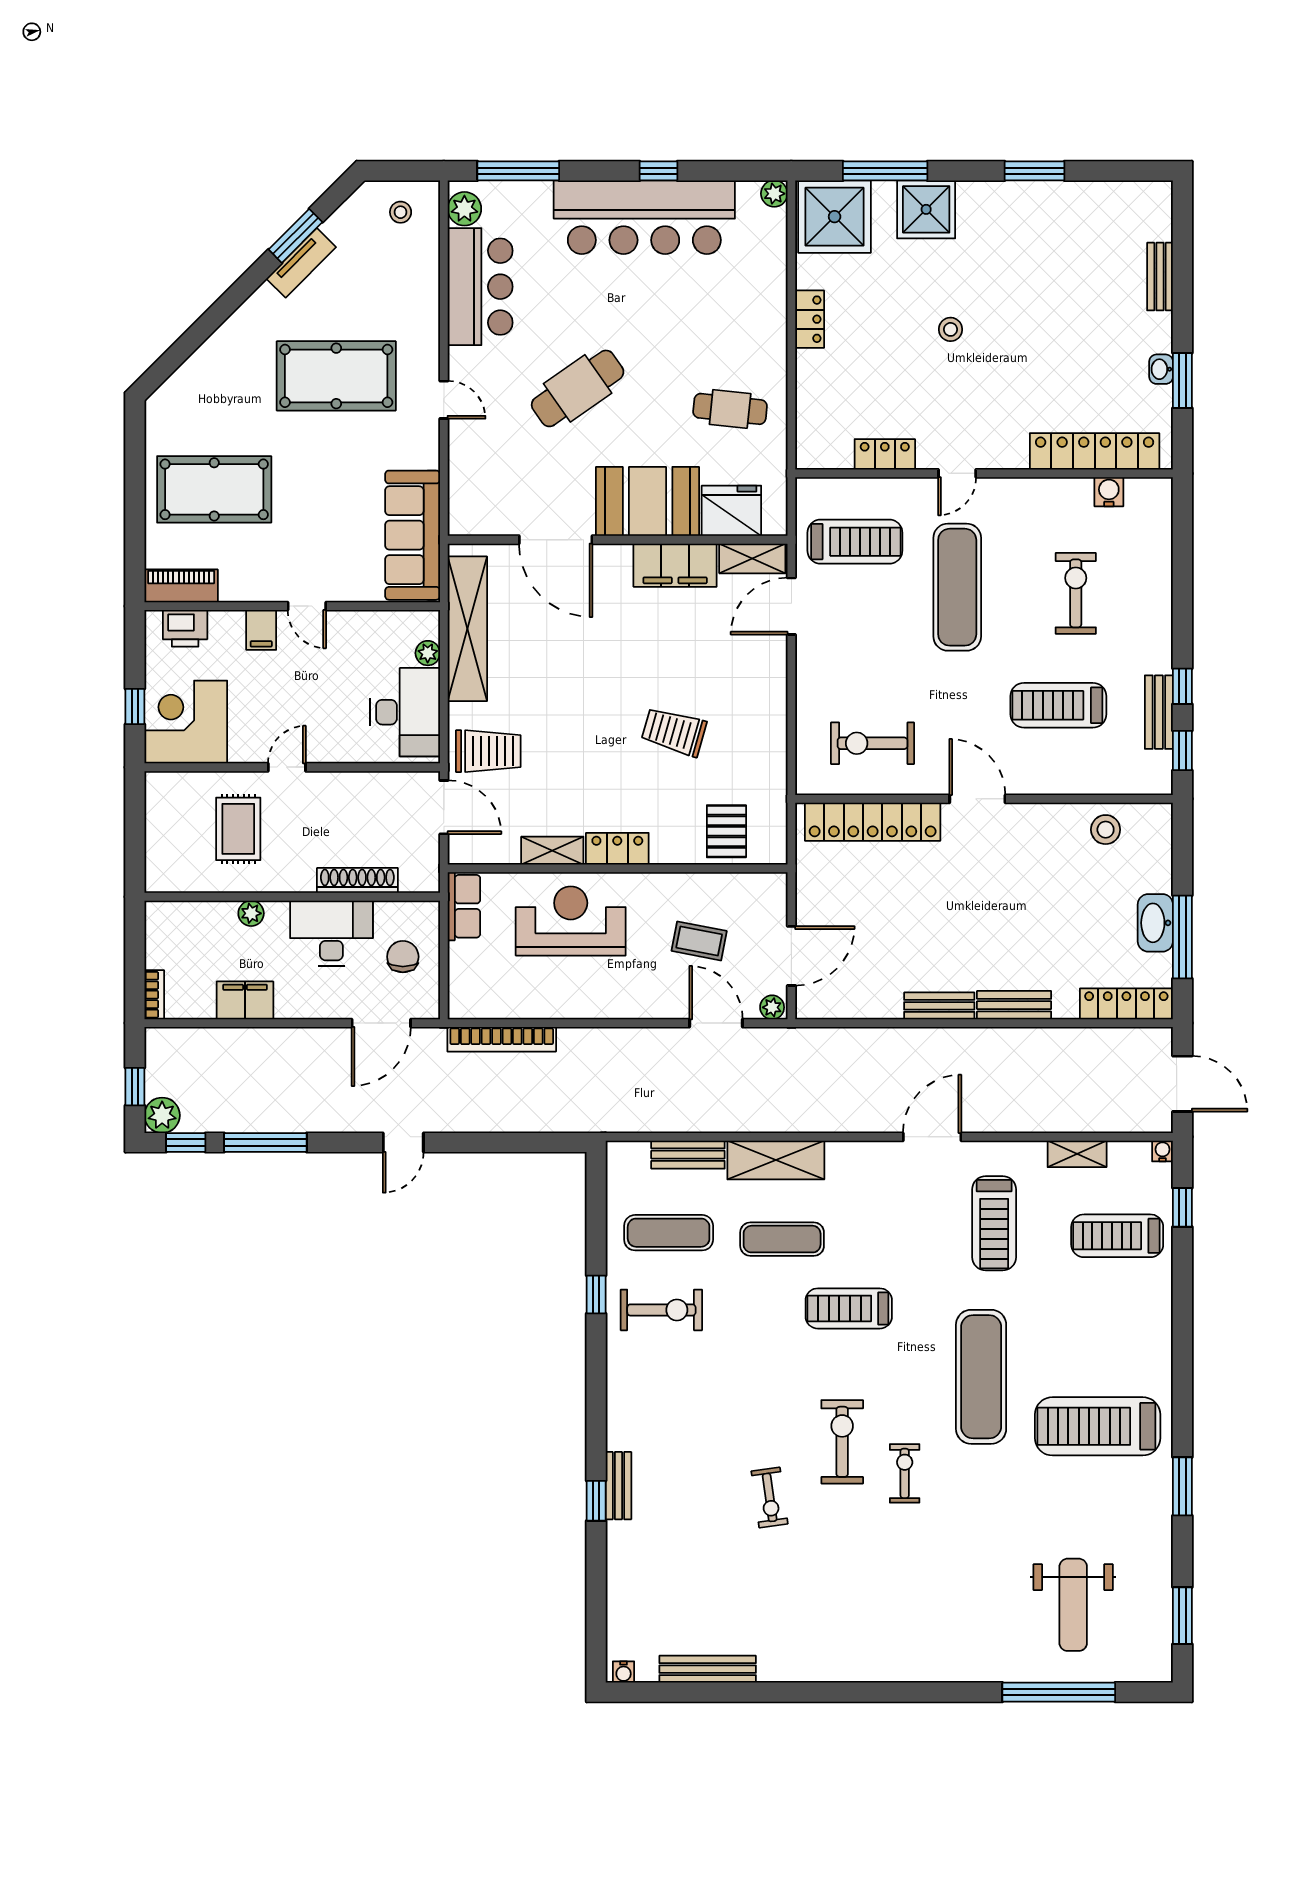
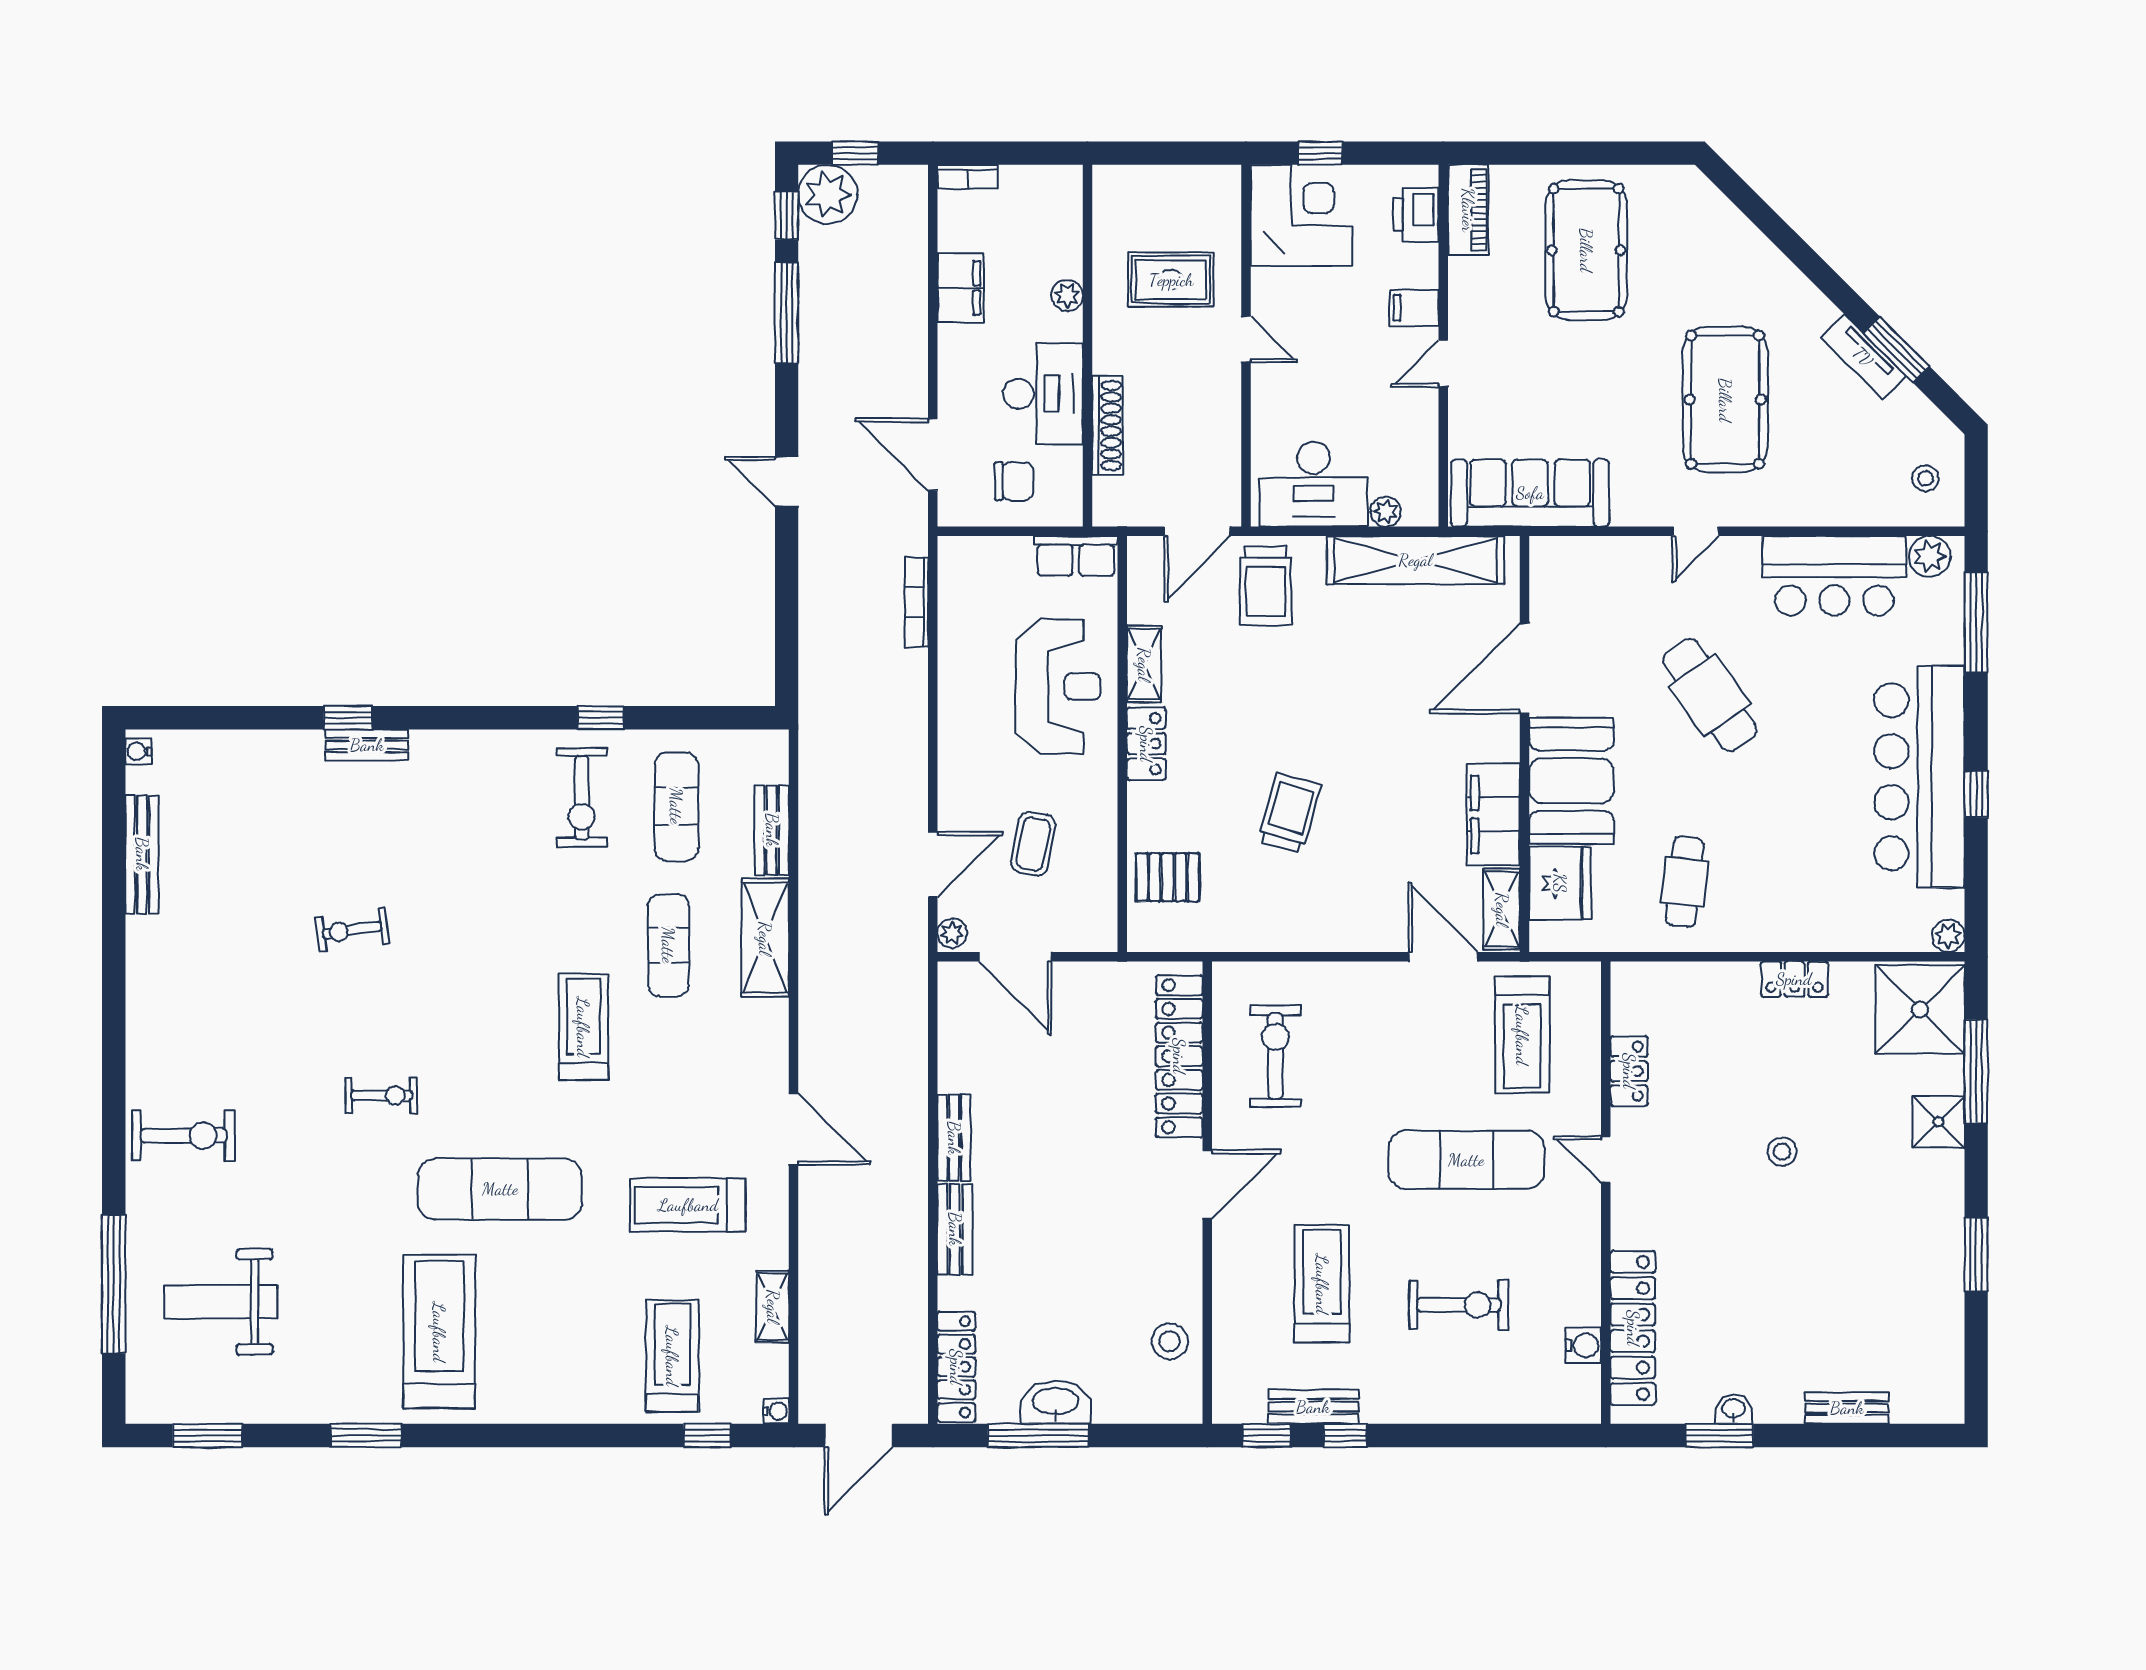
shower: (926, 209) -> (1938, 1122), width x0.73, depth x0.73
bookcase: (502, 1039) -> (917, 602), width x0.68, depth x0.76
plant: (162, 1115) -> (828, 194), width x1.36, depth x1.36
exercise bike: (842, 1442) -> (184, 1136), moved

